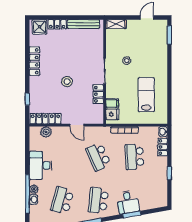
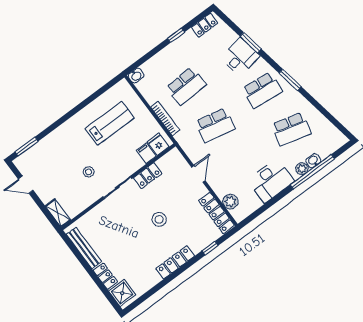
locker: (34, 61) -> (175, 262), moved
lab bench: (146, 95) -> (110, 123), turned 180
locker: (163, 147) -> (205, 25), moved
school desk: (98, 157) -> (215, 125), turned 36

